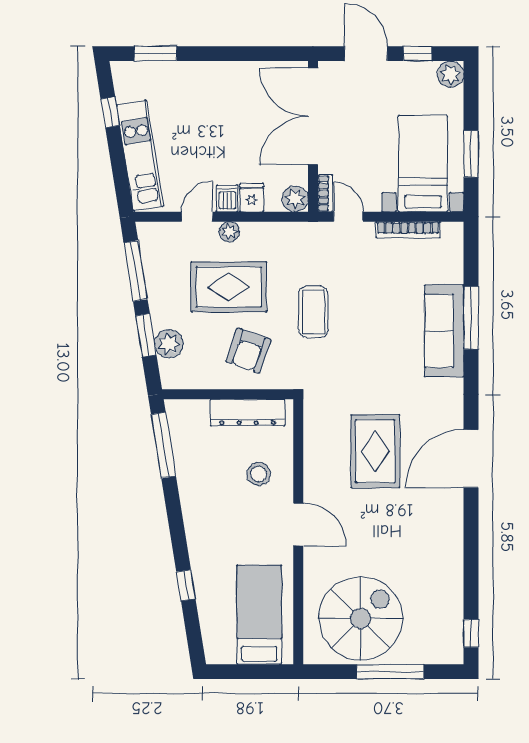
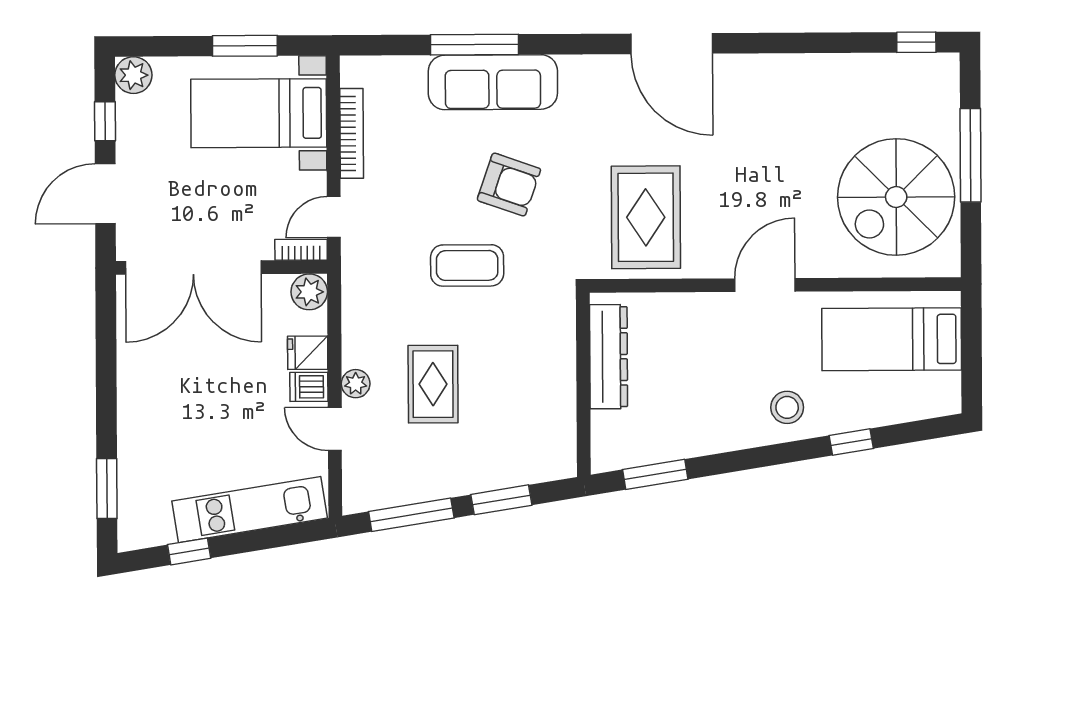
rug: (229, 287) -> (433, 384), width x0.73, depth x0.70
plant: (169, 344) -> (513, 467), removed
armchair: (248, 351) -> (509, 185), moved
window: (163, 445) -> (655, 474), width x0.69
rug: (375, 451) -> (646, 217), moved, turned 90
stool: (259, 474) -> (787, 407), moved
spiral stairs: (361, 618) -> (896, 197), turned -90

